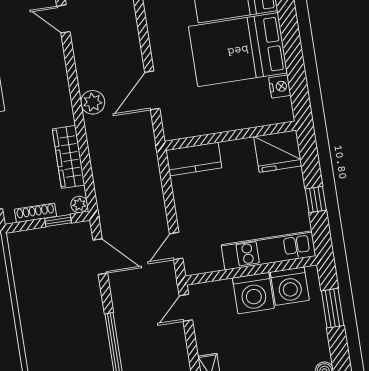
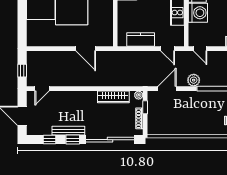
plant: (93, 102) -> (194, 80), moved
kitchen counter: (194, 159) -> (141, 40), moved, turned -90

